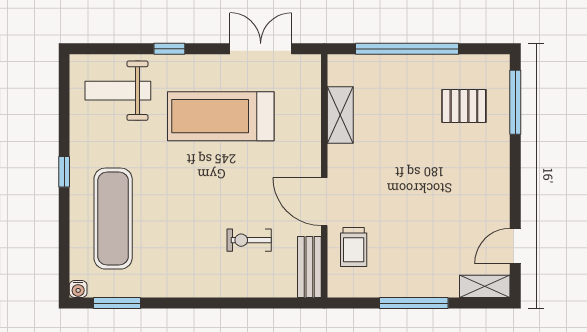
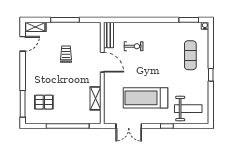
treadmill: (221, 116) -> (145, 98), turned 180
exercise mat: (113, 219) -> (190, 55), width x0.73, depth x0.69
trolley: (354, 247) -> (66, 54), moved

